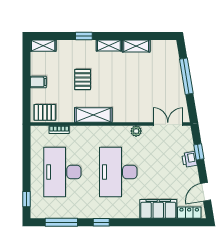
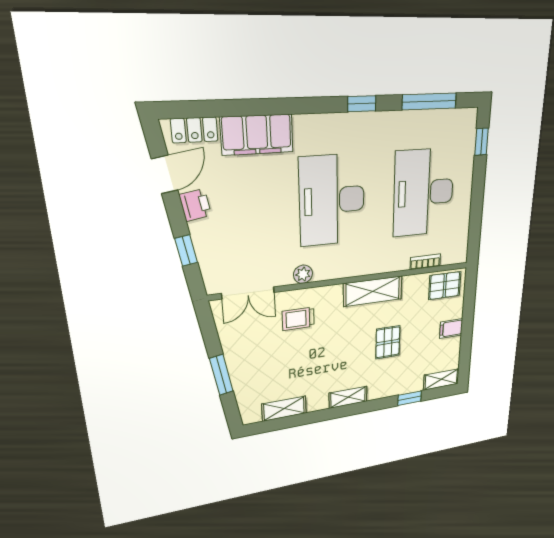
window: (84, 36) -> (410, 398), moved
shelving: (136, 46) -> (284, 409), moved
window: (186, 76) -> (221, 375), width x0.69
trolley: (140, 104) -> (298, 319), added
printer: (189, 159) -> (195, 205), moved
desk: (62, 172) -> (424, 193), turned 180
desk: (118, 172) -> (332, 200), turned 180

